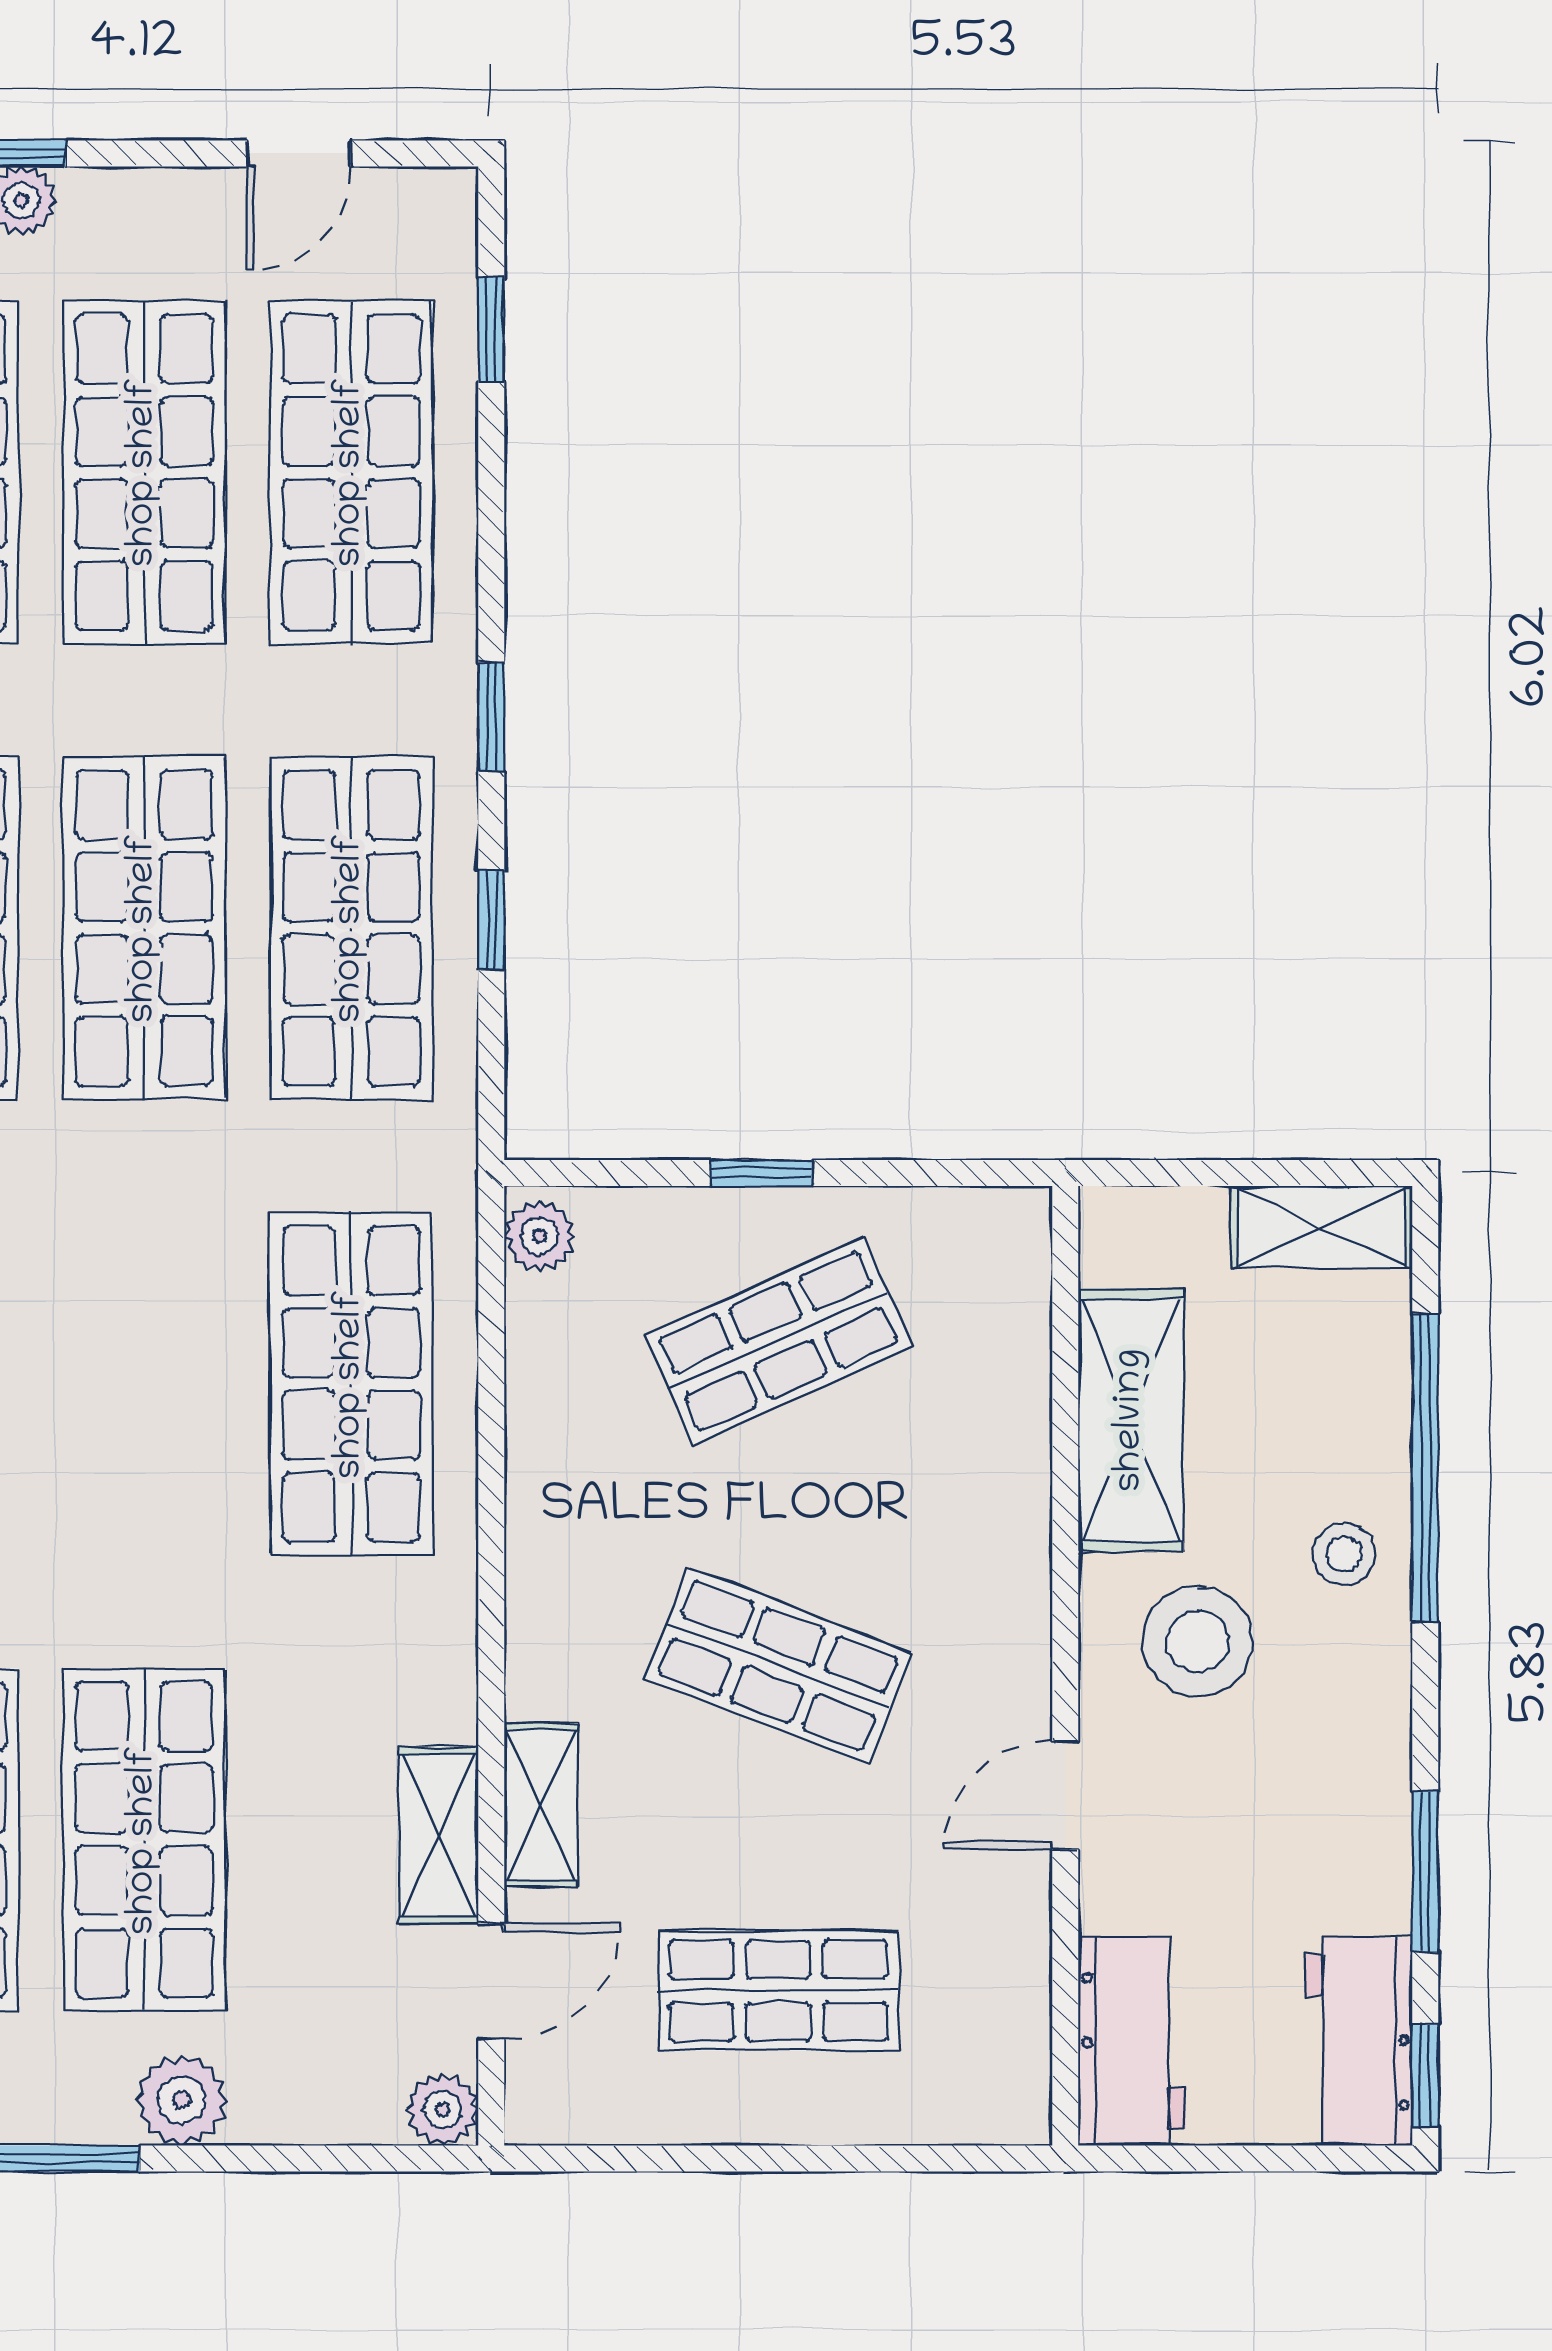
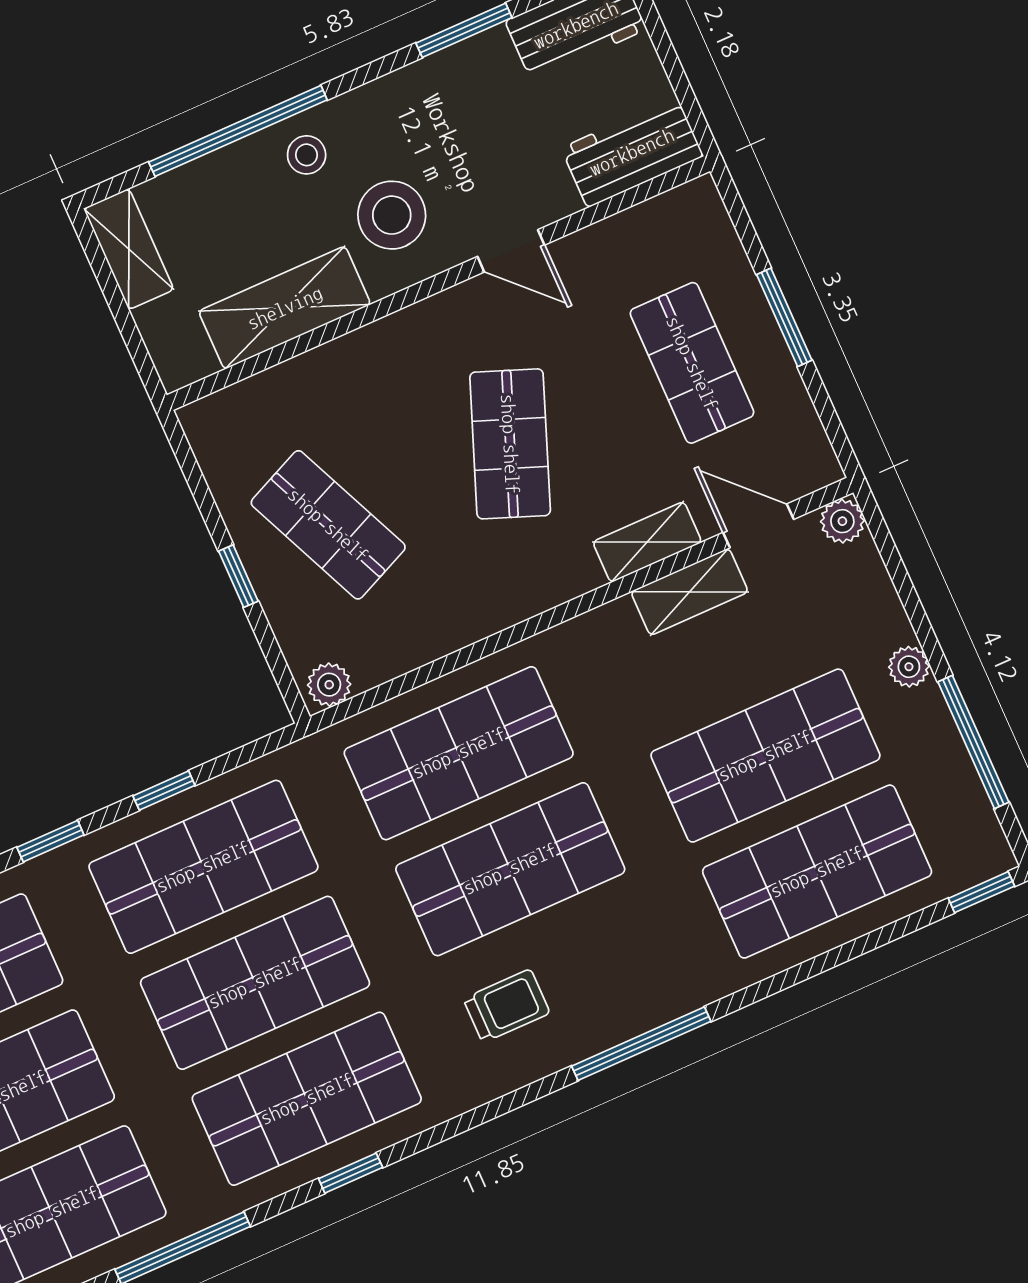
shop shelf: (144, 1384) -> (510, 869), added
plant: (181, 2100) -> (909, 667), width x0.73, depth x0.73
window: (785, 2158) -> (784, 317), added

